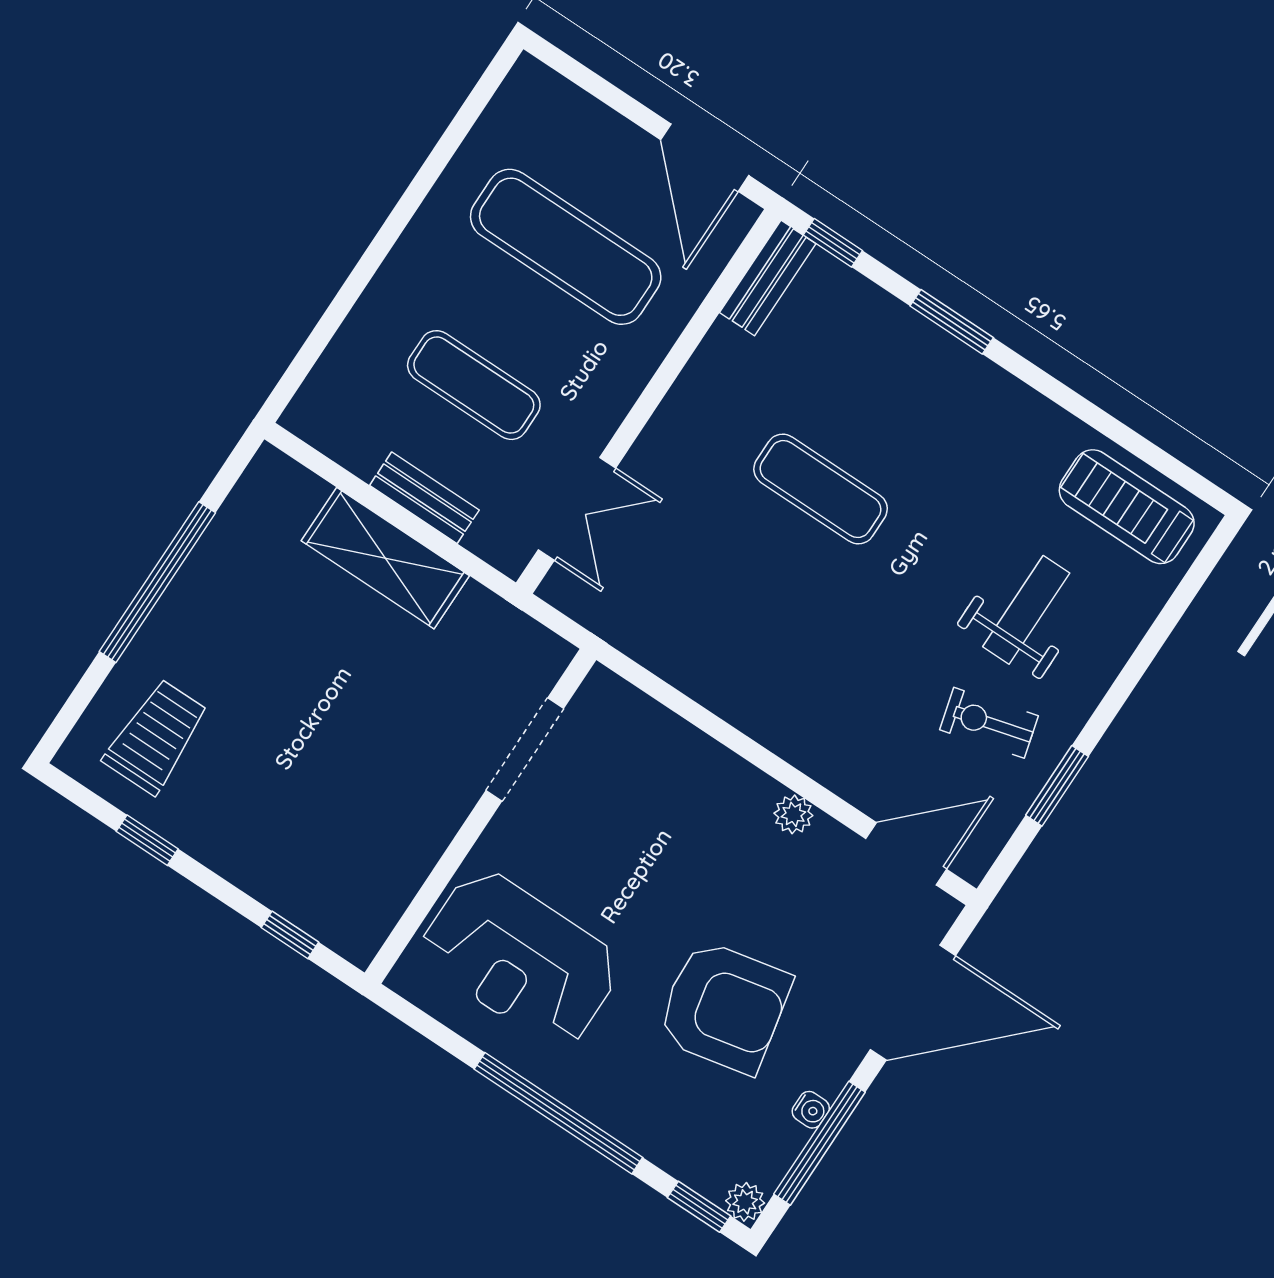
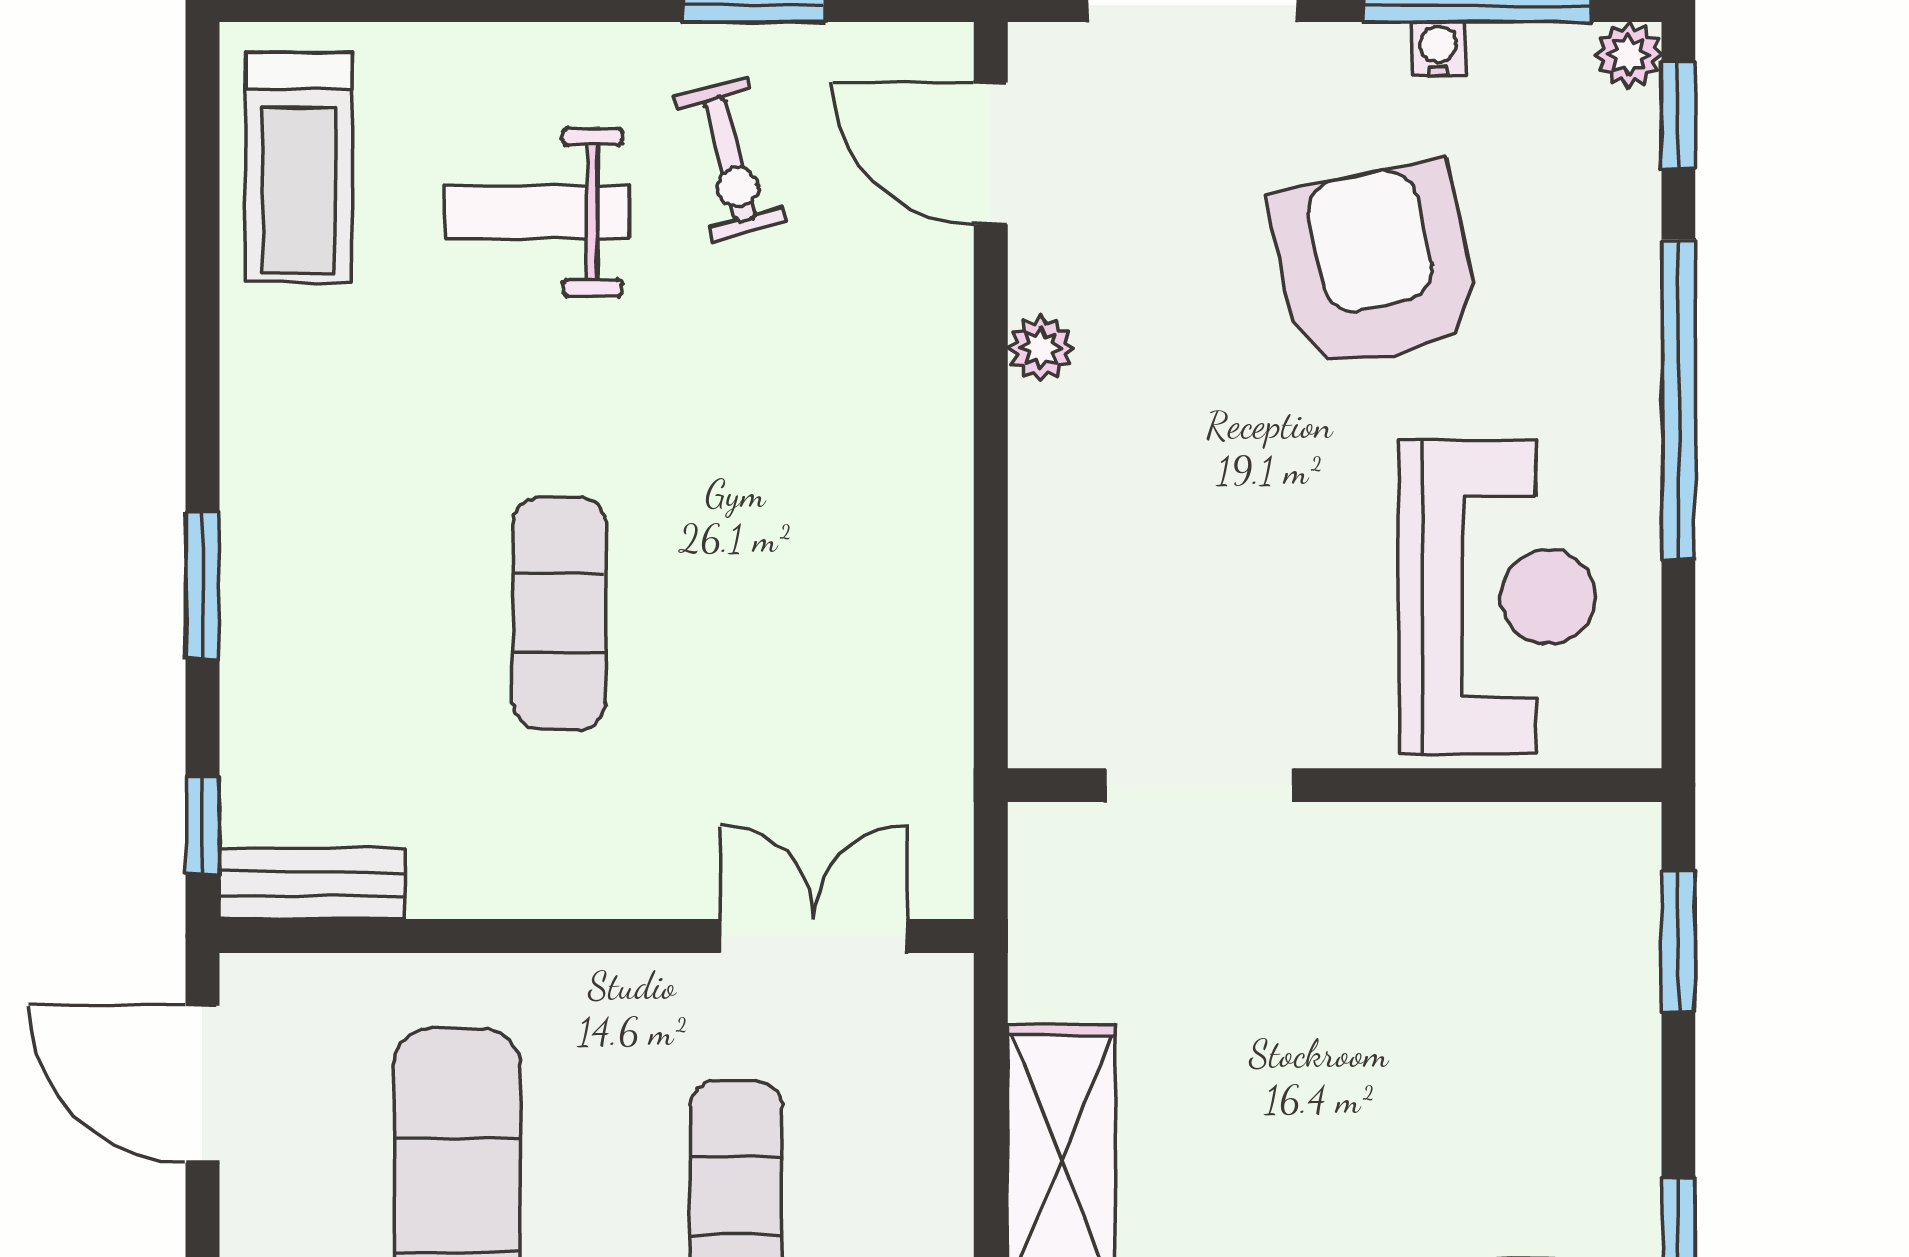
door: (705, 158) -> (202, 1084), swing flipped
bench: (424, 498) -> (940, 1160), removed
window: (290, 935) -> (1678, 942), width x1.50

